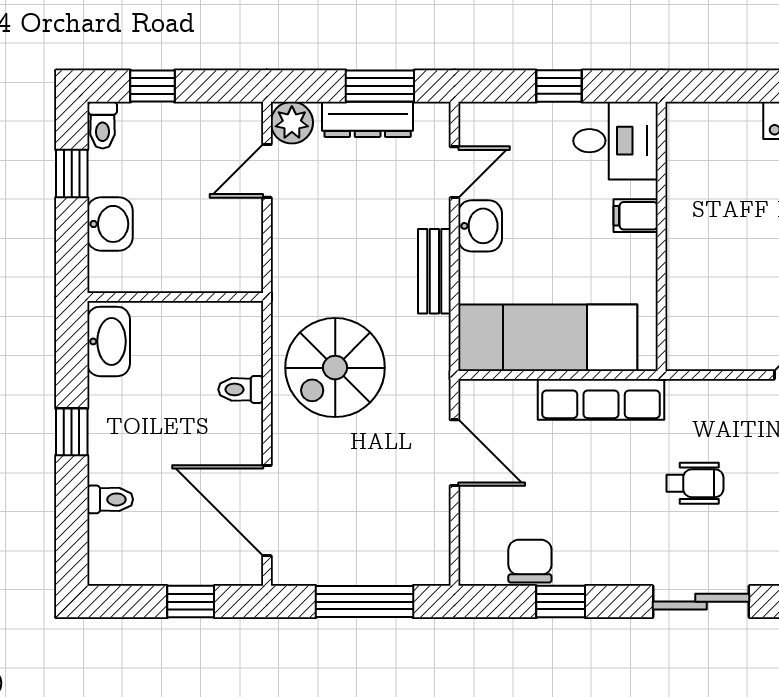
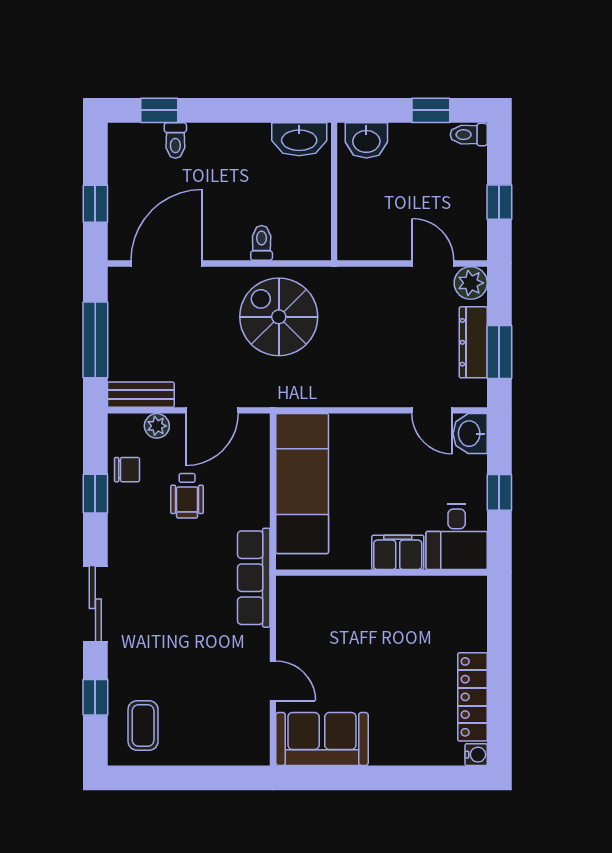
window: (152, 86) -> (499, 202), moved
filing cabinet: (636, 216) -> (398, 552), width x2.00
washbasin: (110, 224) -> (366, 140), moved
washbasin: (480, 226) -> (470, 434), moved, turned 90
bench: (434, 271) -> (141, 395), moved
row of seats: (601, 399) -> (254, 578), moved
window: (72, 432) -> (159, 110), moved
wheelchair: (695, 483) -> (187, 496), moved
plant: (474, 523) -> (157, 426), added
chair: (530, 561) -> (127, 470), width x0.73, depth x0.73

